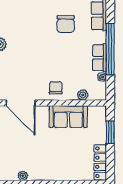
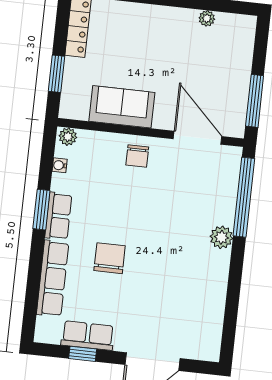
window: (110, 49) -> (41, 210), width x0.47
row of seats: (99, 58) -> (58, 216), moved
plant: (83, 95) -> (68, 137), moved

